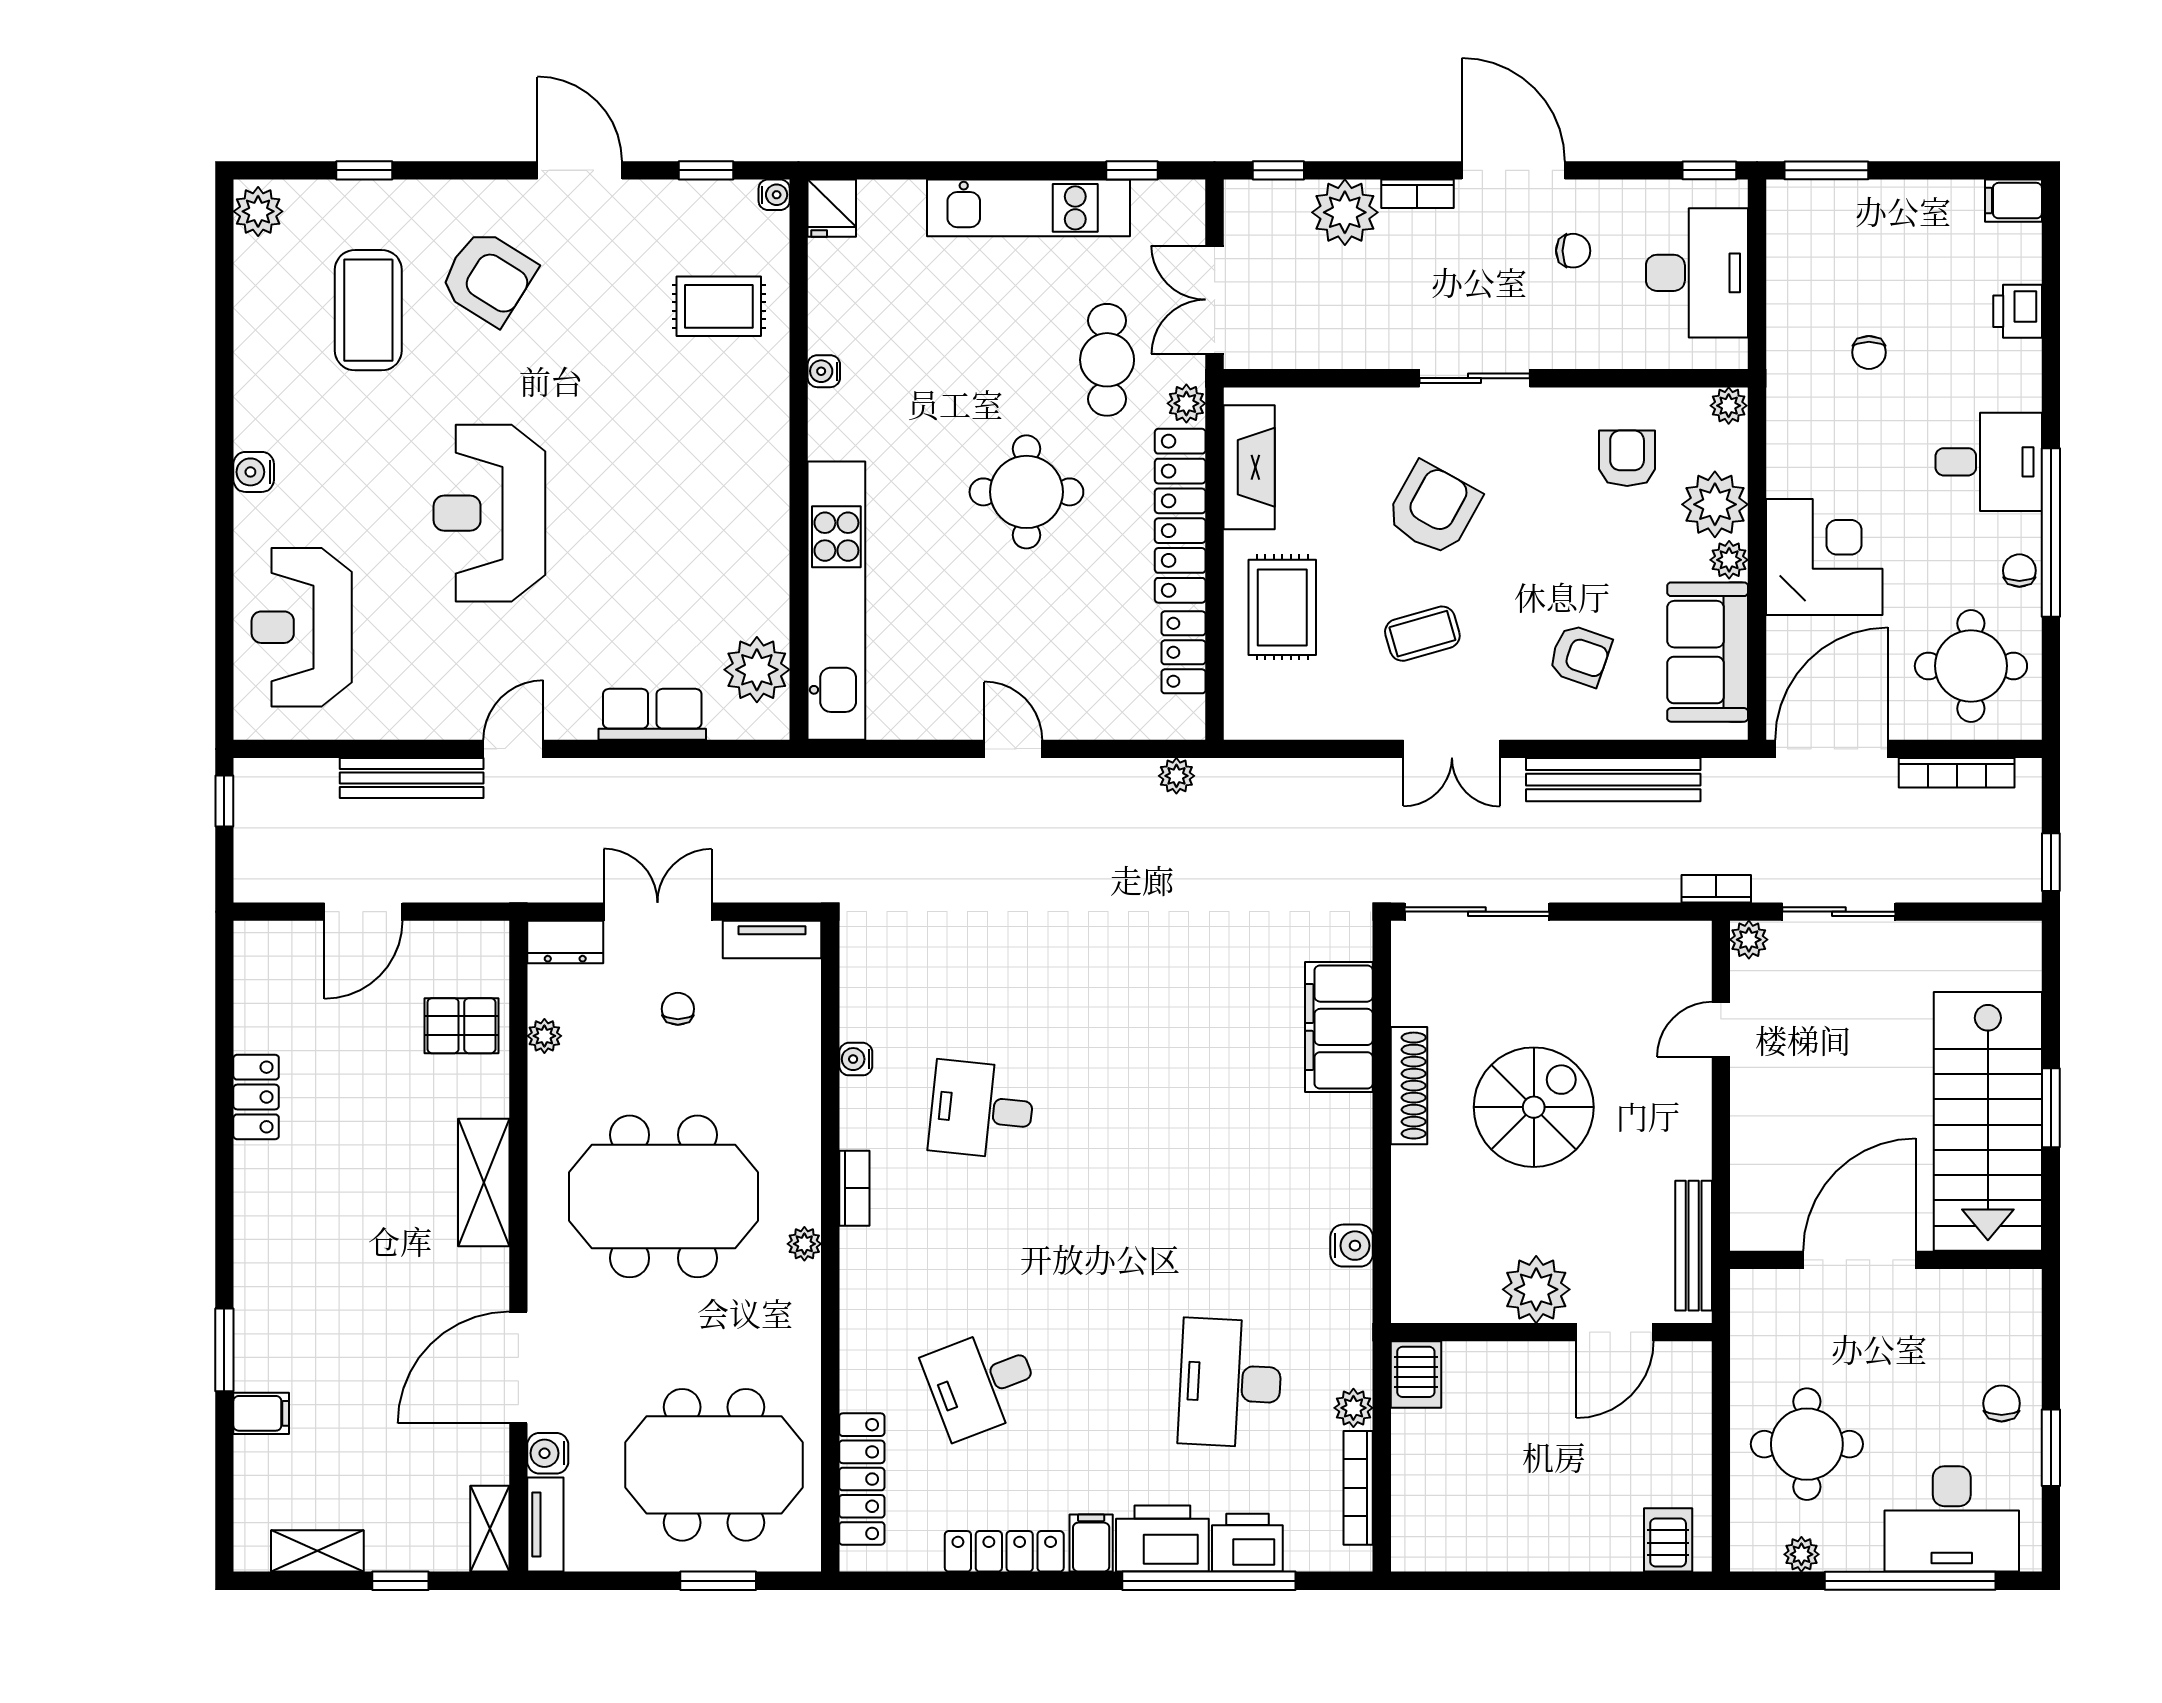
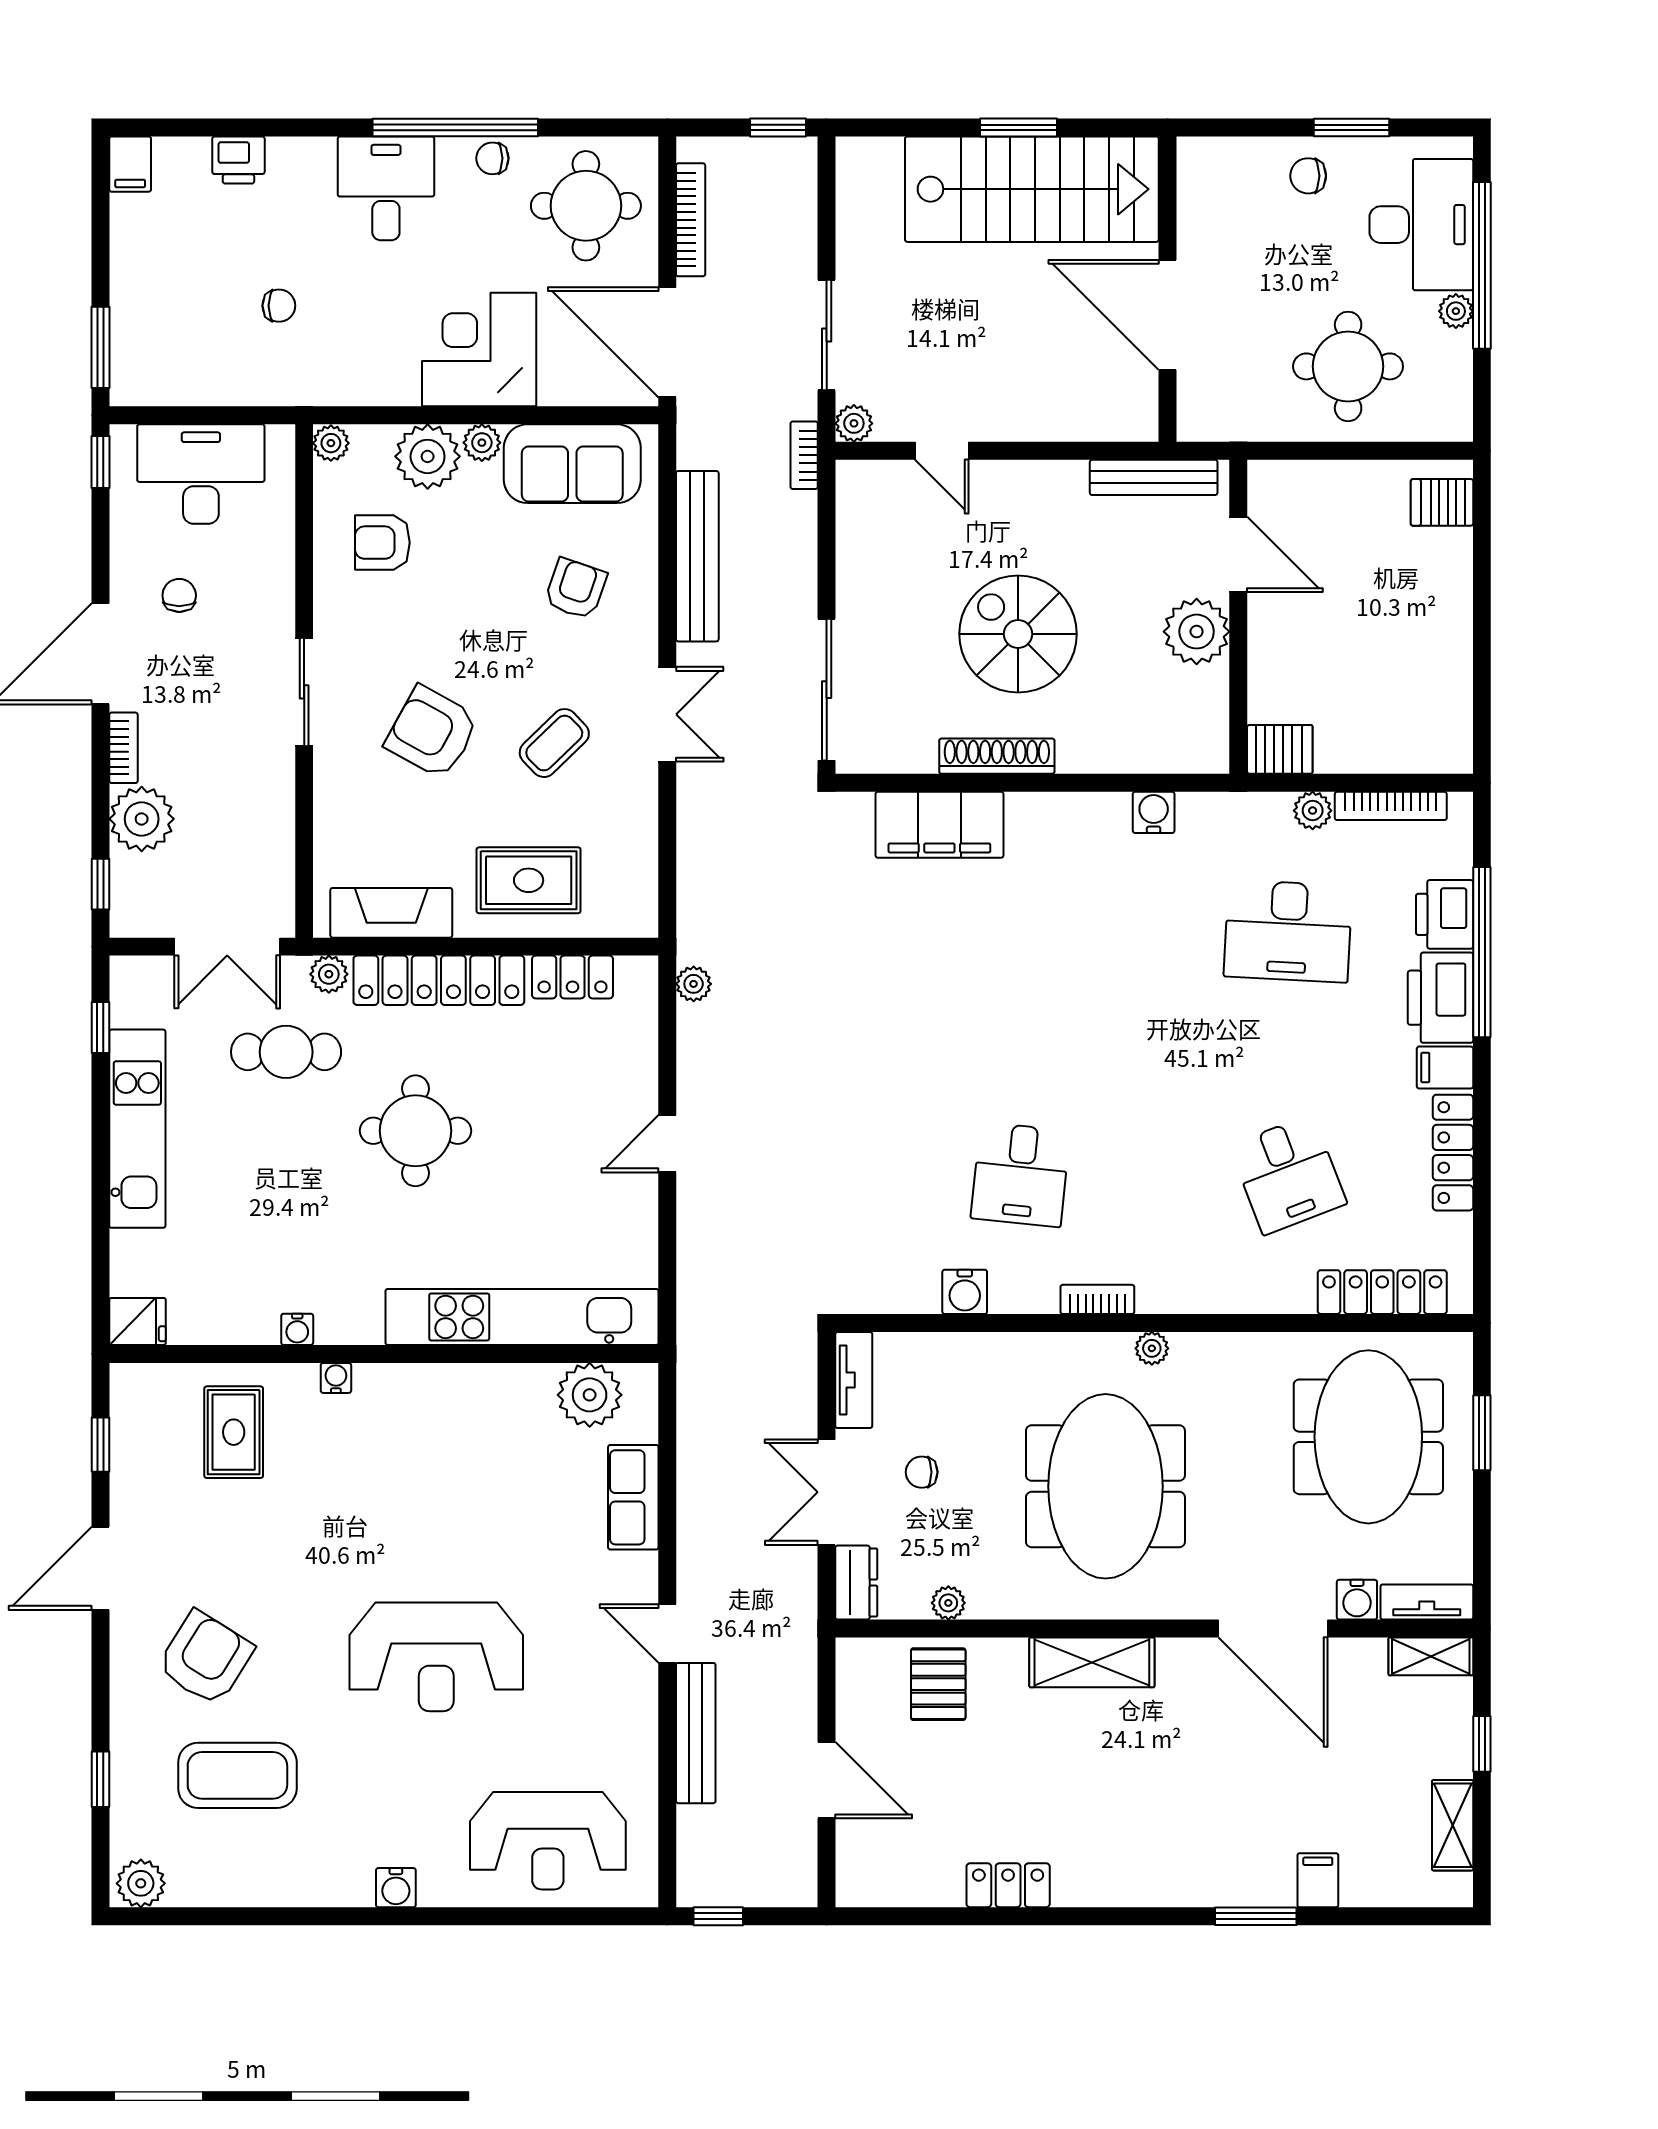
water cooler: (774, 195) -> (336, 1378), moved
coffee table: (1422, 634) -> (554, 743), turned 62
water cooler: (856, 1059) -> (965, 1292), width x1.38, depth x1.38
plant: (1801, 1554) -> (1456, 311), moved

